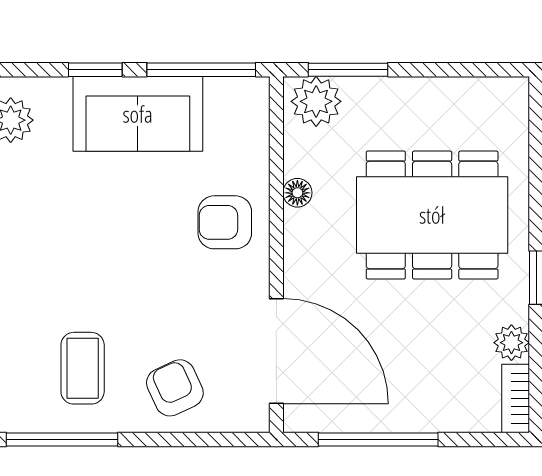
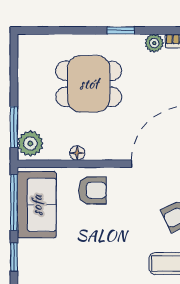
sofa: (138, 114) -> (37, 205), moved
dining table: (432, 215) -> (89, 84), width x0.73
armchair: (225, 222) -> (92, 190), turned -90

